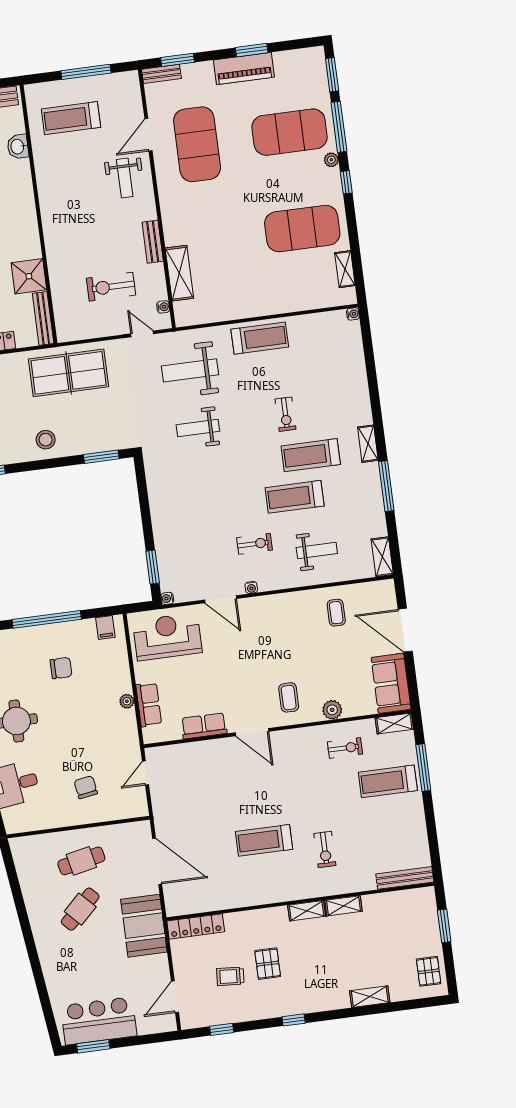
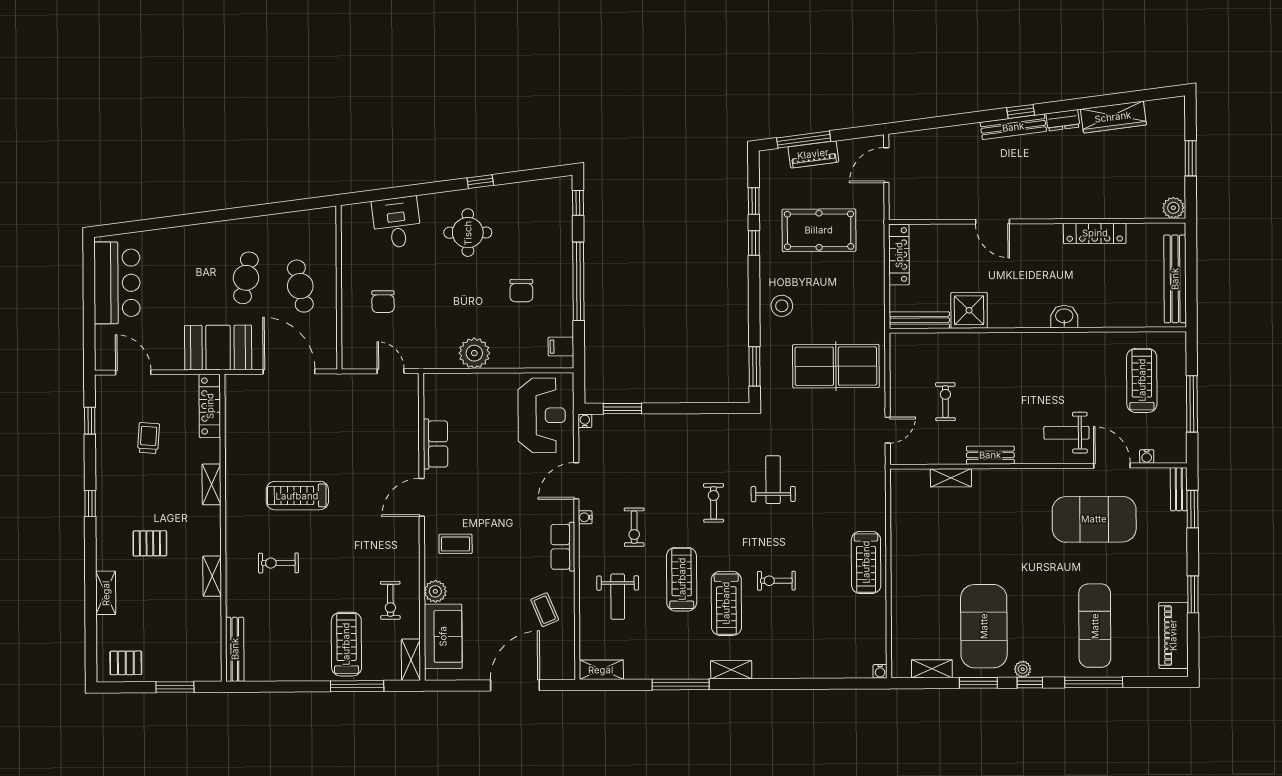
piano: (244, 69) -> (1173, 635), moved
window: (332, 75) -> (978, 683), moved
exercise mat: (290, 132) -> (1095, 626), width x0.68
washbasin: (18, 147) -> (1064, 317), moved
plant: (331, 160) -> (1023, 669), moved
shelving: (179, 273) -> (951, 478), width x0.67, depth x0.75
exercise bike: (111, 287) -> (945, 402), width x0.73, depth x0.72
water cooler: (163, 307) -> (1147, 456), moved
weight bench: (190, 370) -> (840, 479), removed
table tennis table: (69, 373) -> (836, 366), moved, turned 90
treadmill: (311, 455) -> (726, 603), turned 180
exercise bike: (225, 477) -> (714, 503), added
coffee table: (336, 613) -> (545, 610), turned 67
sofa: (391, 683) -> (443, 636), moved, turned 90
plant: (127, 701) -> (474, 353), width x1.87, depth x1.87
row of seats: (149, 705) -> (563, 547), moved, turned 90
chair: (86, 787) -> (383, 302), turned 99
treadmill: (264, 840) -> (297, 496), turned -90
door: (157, 861) -> (289, 372), swing flipped
cafe table: (80, 909) -> (246, 278), turned 55
shelving: (307, 911) -> (212, 484), moved
pallet: (268, 964) -> (150, 543), moved
window: (93, 1046) -> (89, 273), removed

